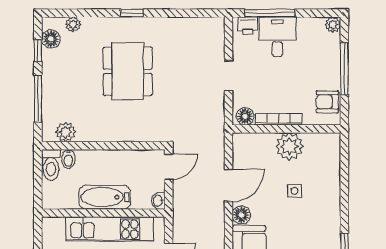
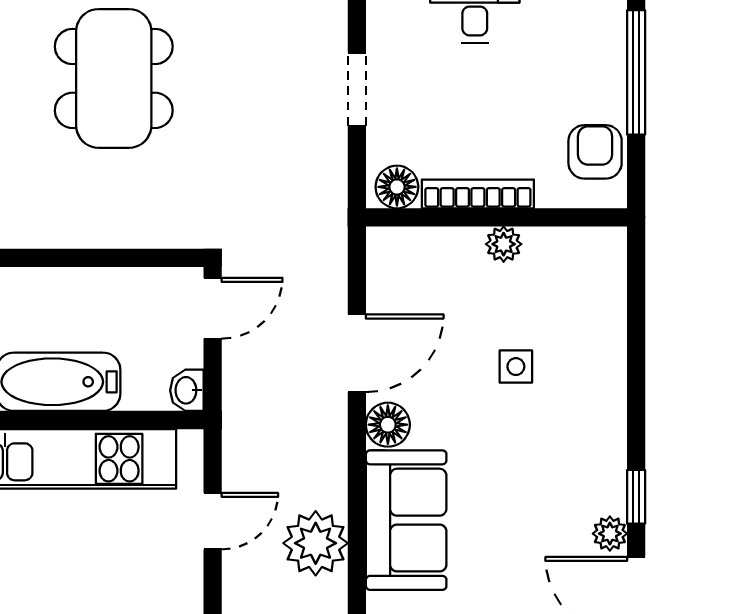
armchair: (327, 102) -> (595, 152), turned 90
plant: (289, 146) -> (504, 244), width x0.53, depth x0.53

